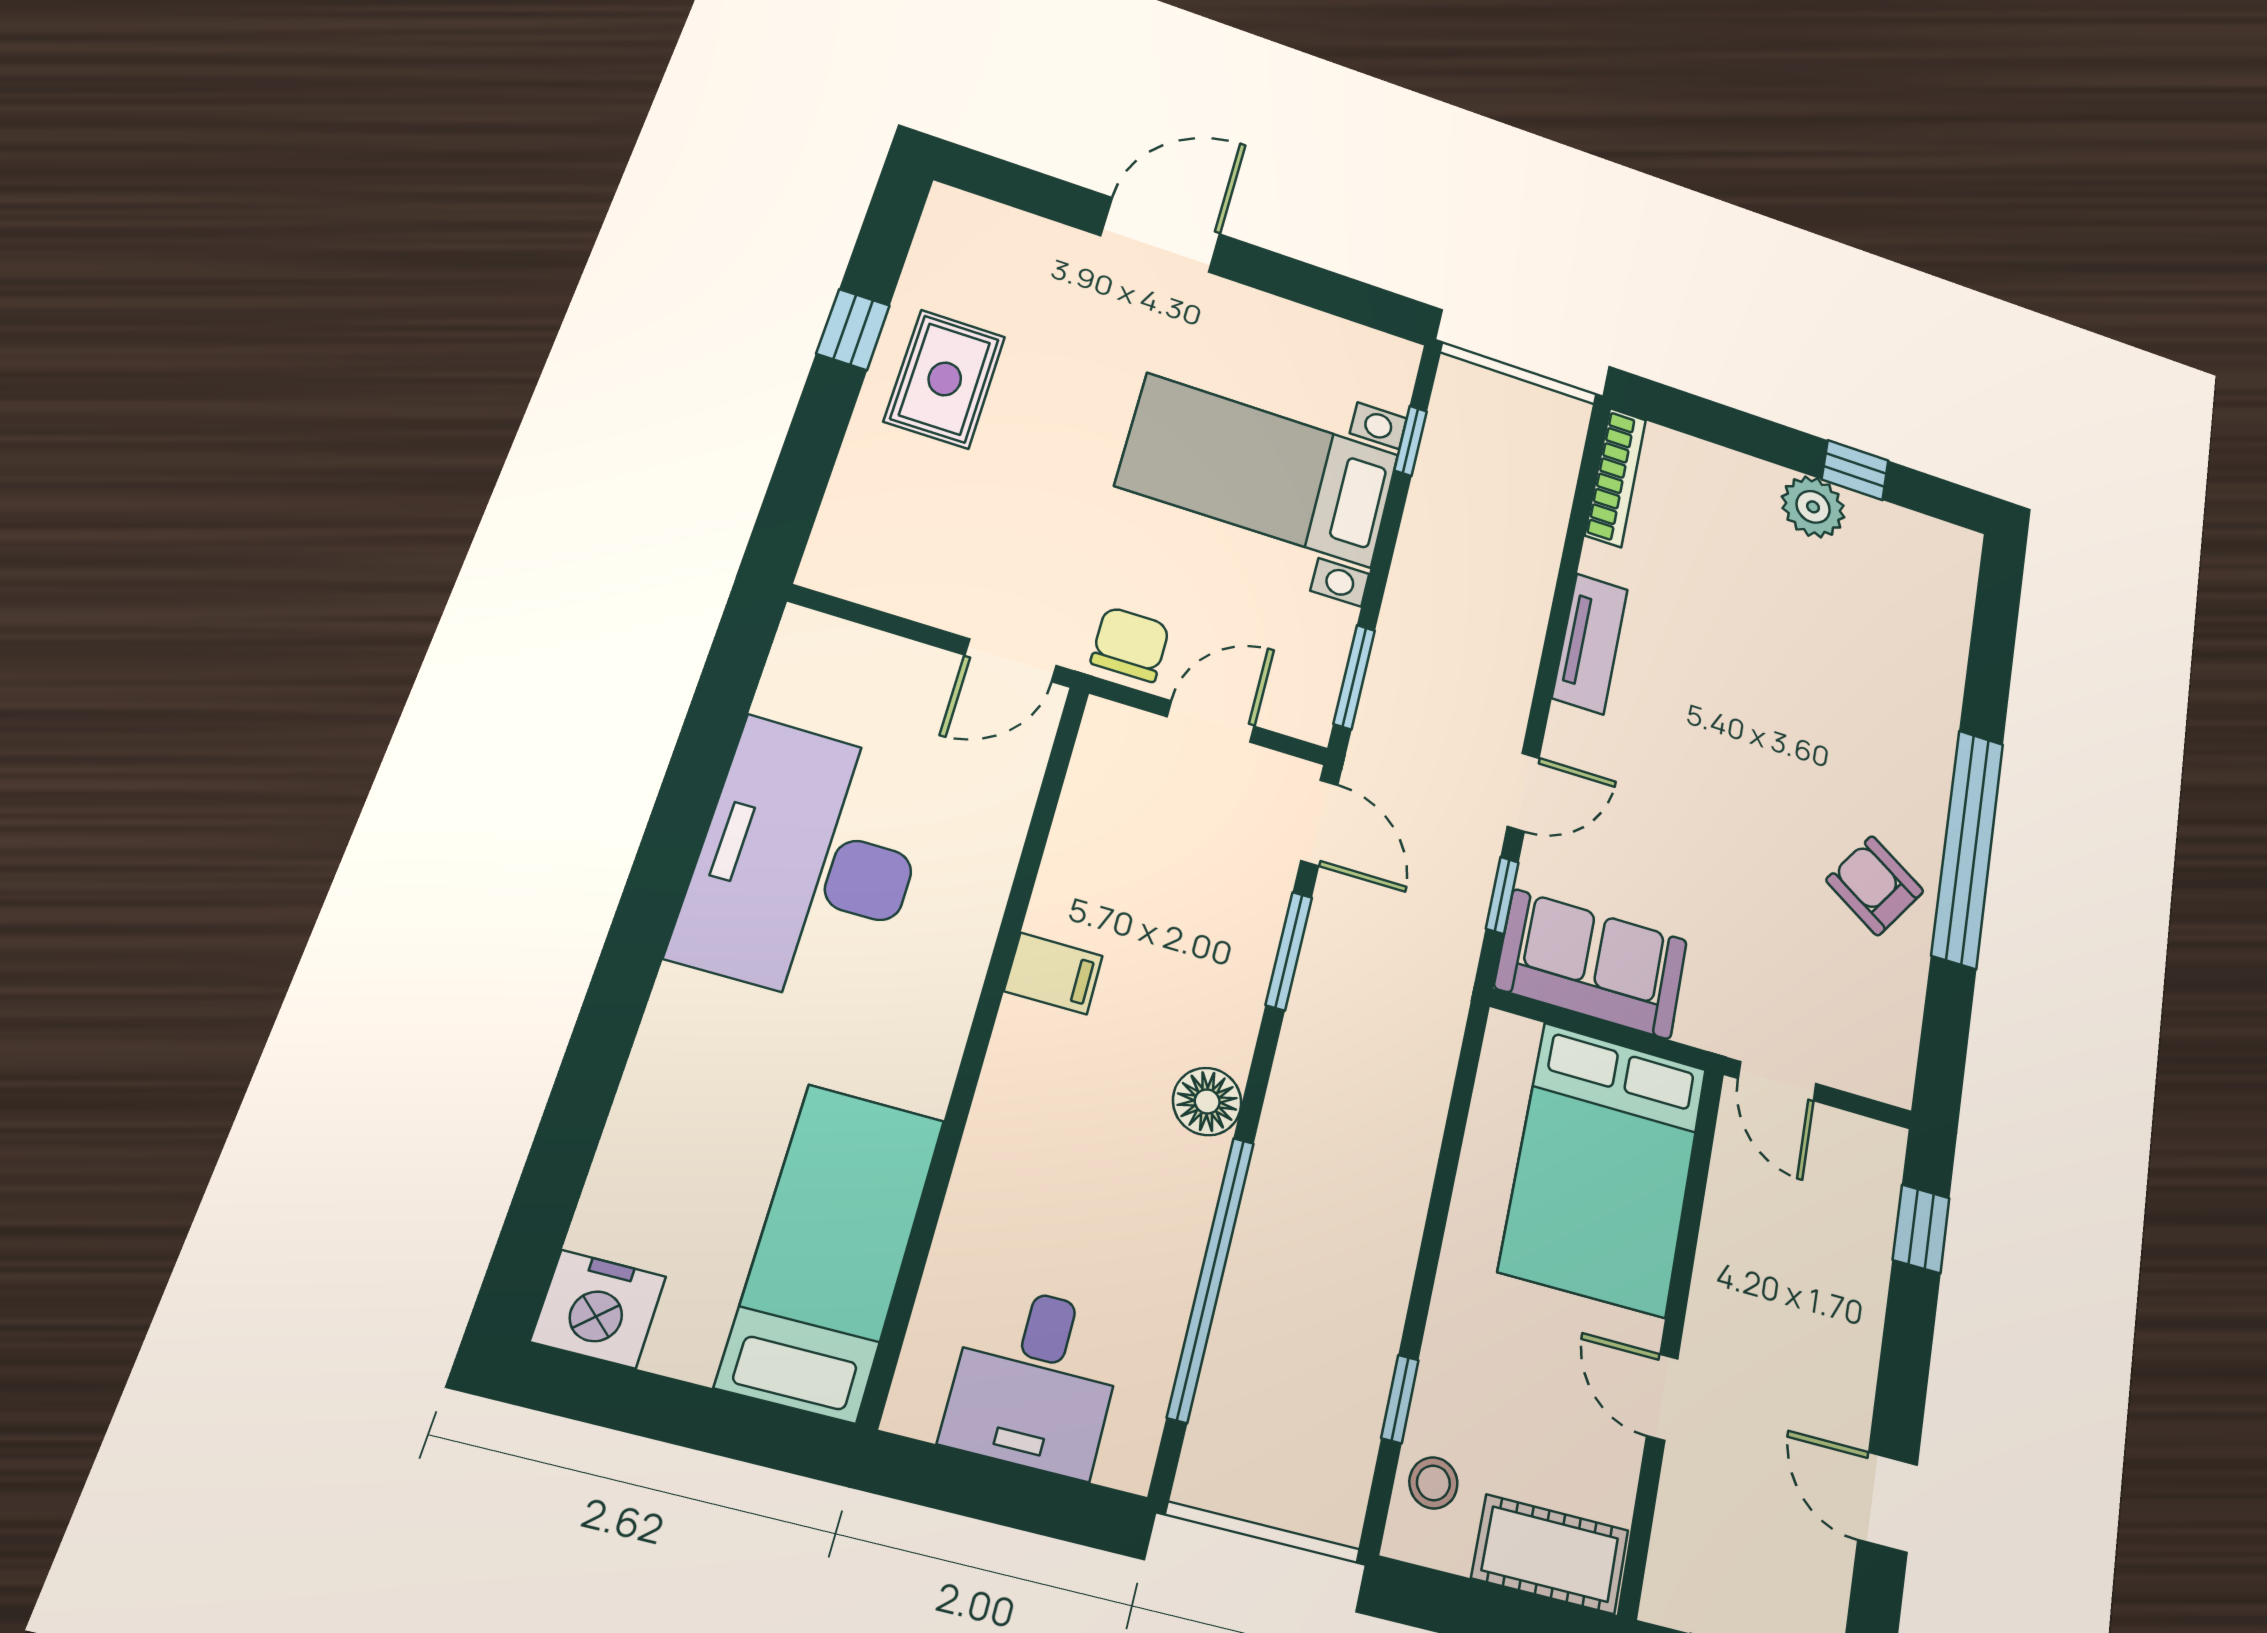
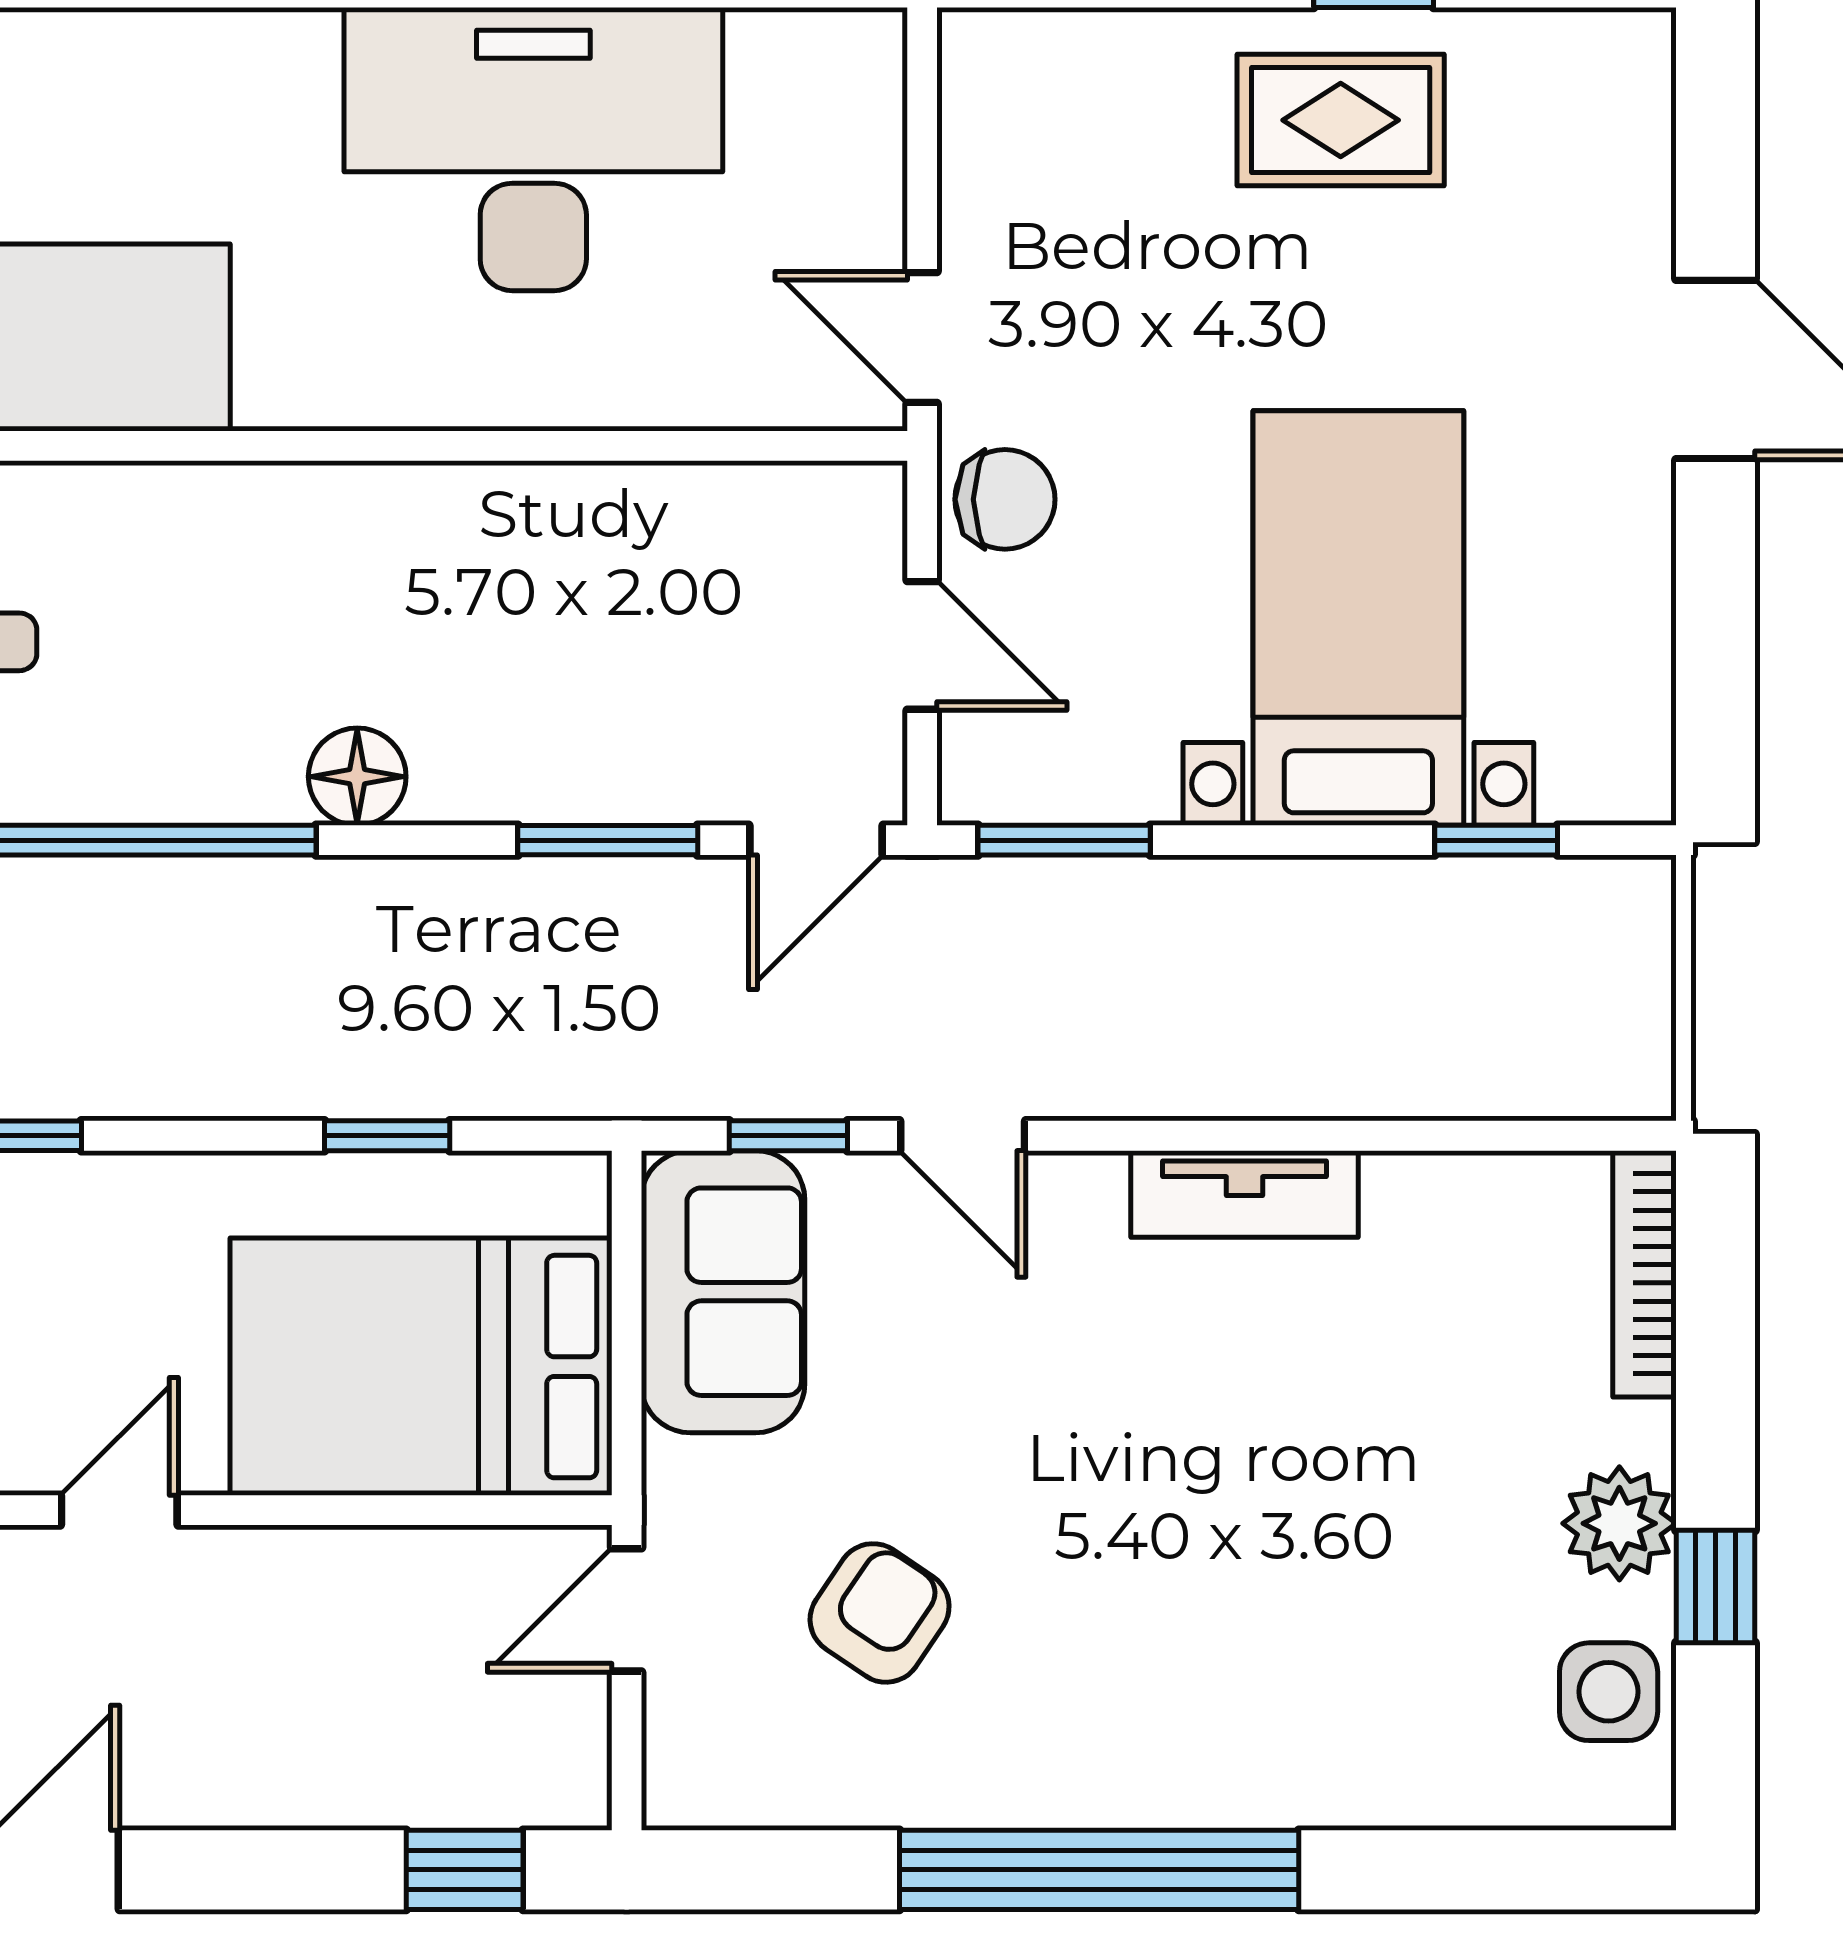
bookcase: (1616, 477) -> (1644, 1274), moved, turned 90
side table: (1904, 543) -> (1609, 1692), added
armchair: (1875, 886) -> (880, 1613), moved
filing cabinet: (1053, 973) -> (477, 521), removed
window: (1451, 1149) -> (387, 1136), added

